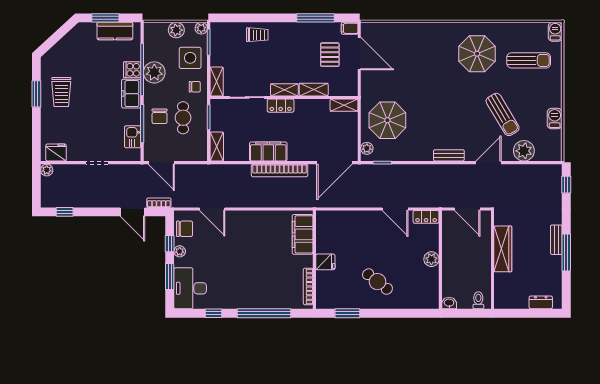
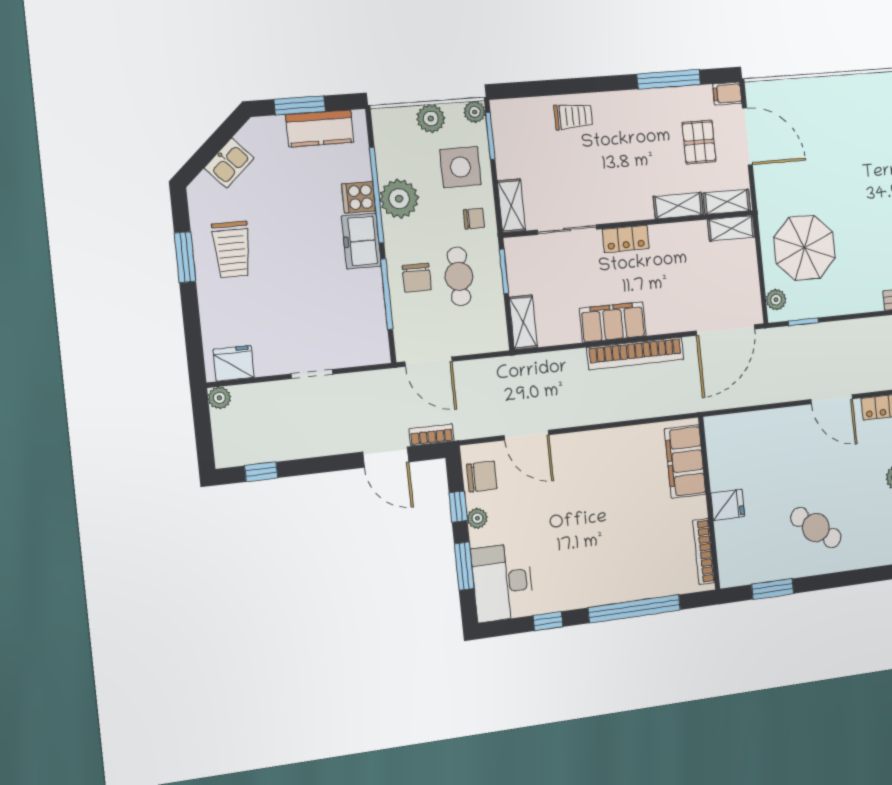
shelving: (284, 90) -> (727, 202), moved
kitchen sink: (133, 137) -> (229, 163), moved, turned -133

